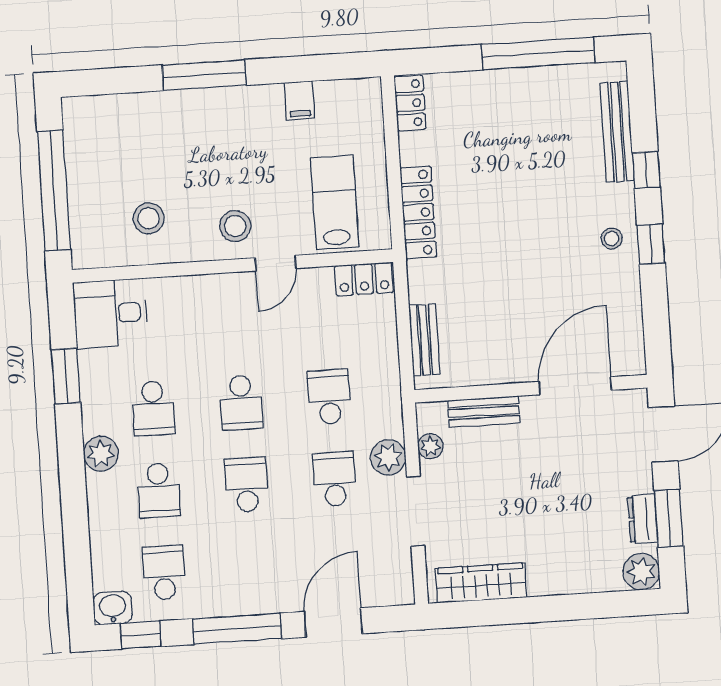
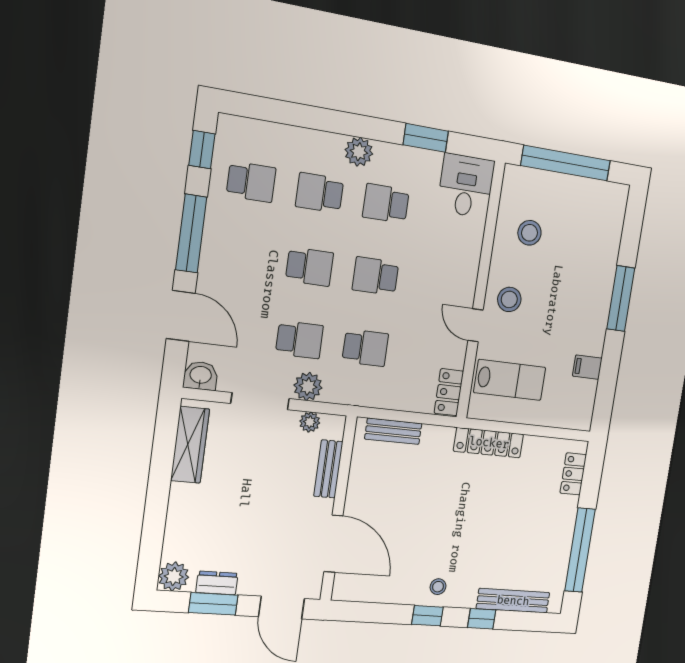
locker: (410, 103) -> (573, 474), moved, turned 90
washbasin: (113, 608) -> (201, 376), moved, turned -90

